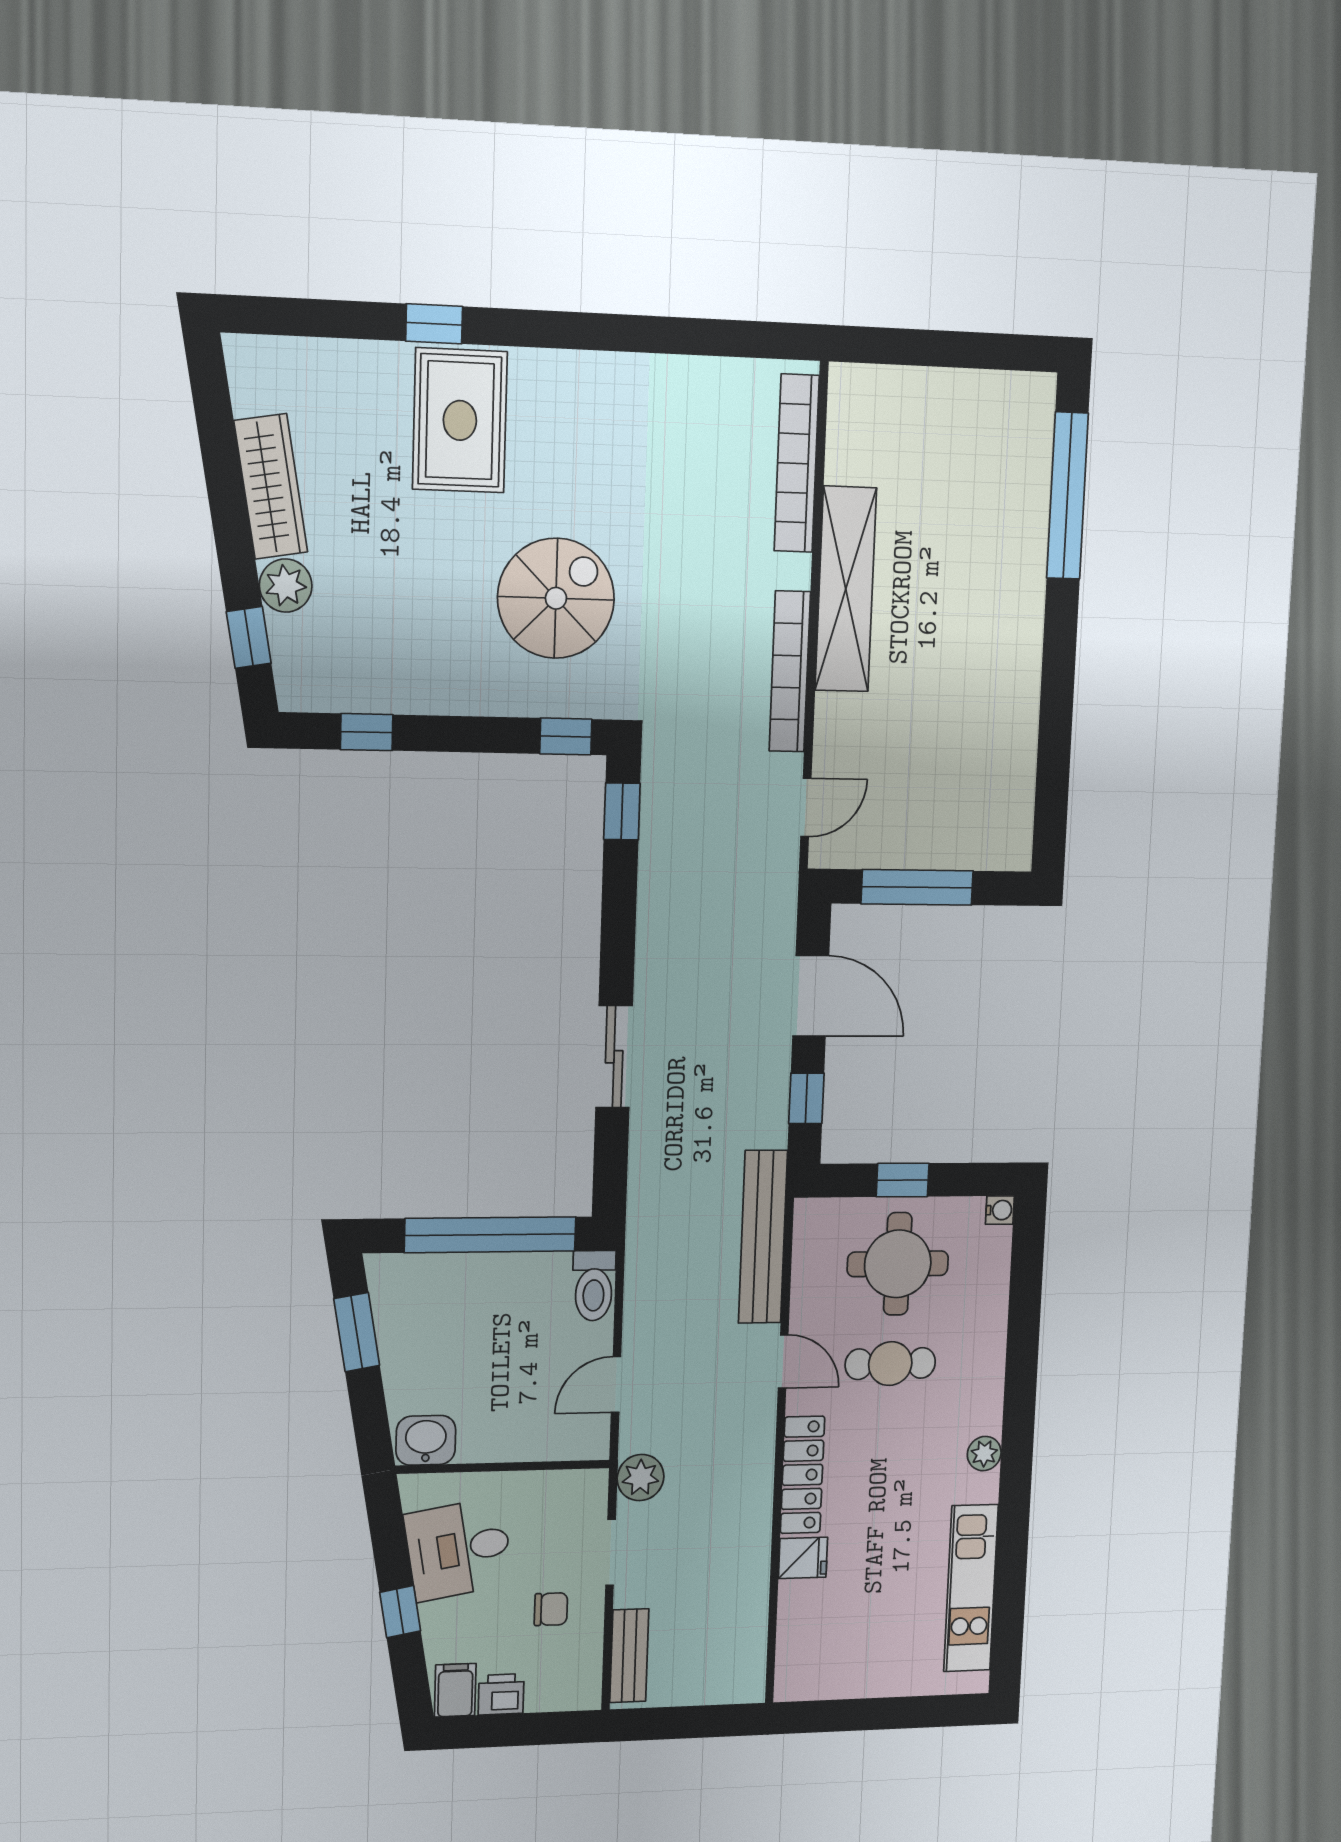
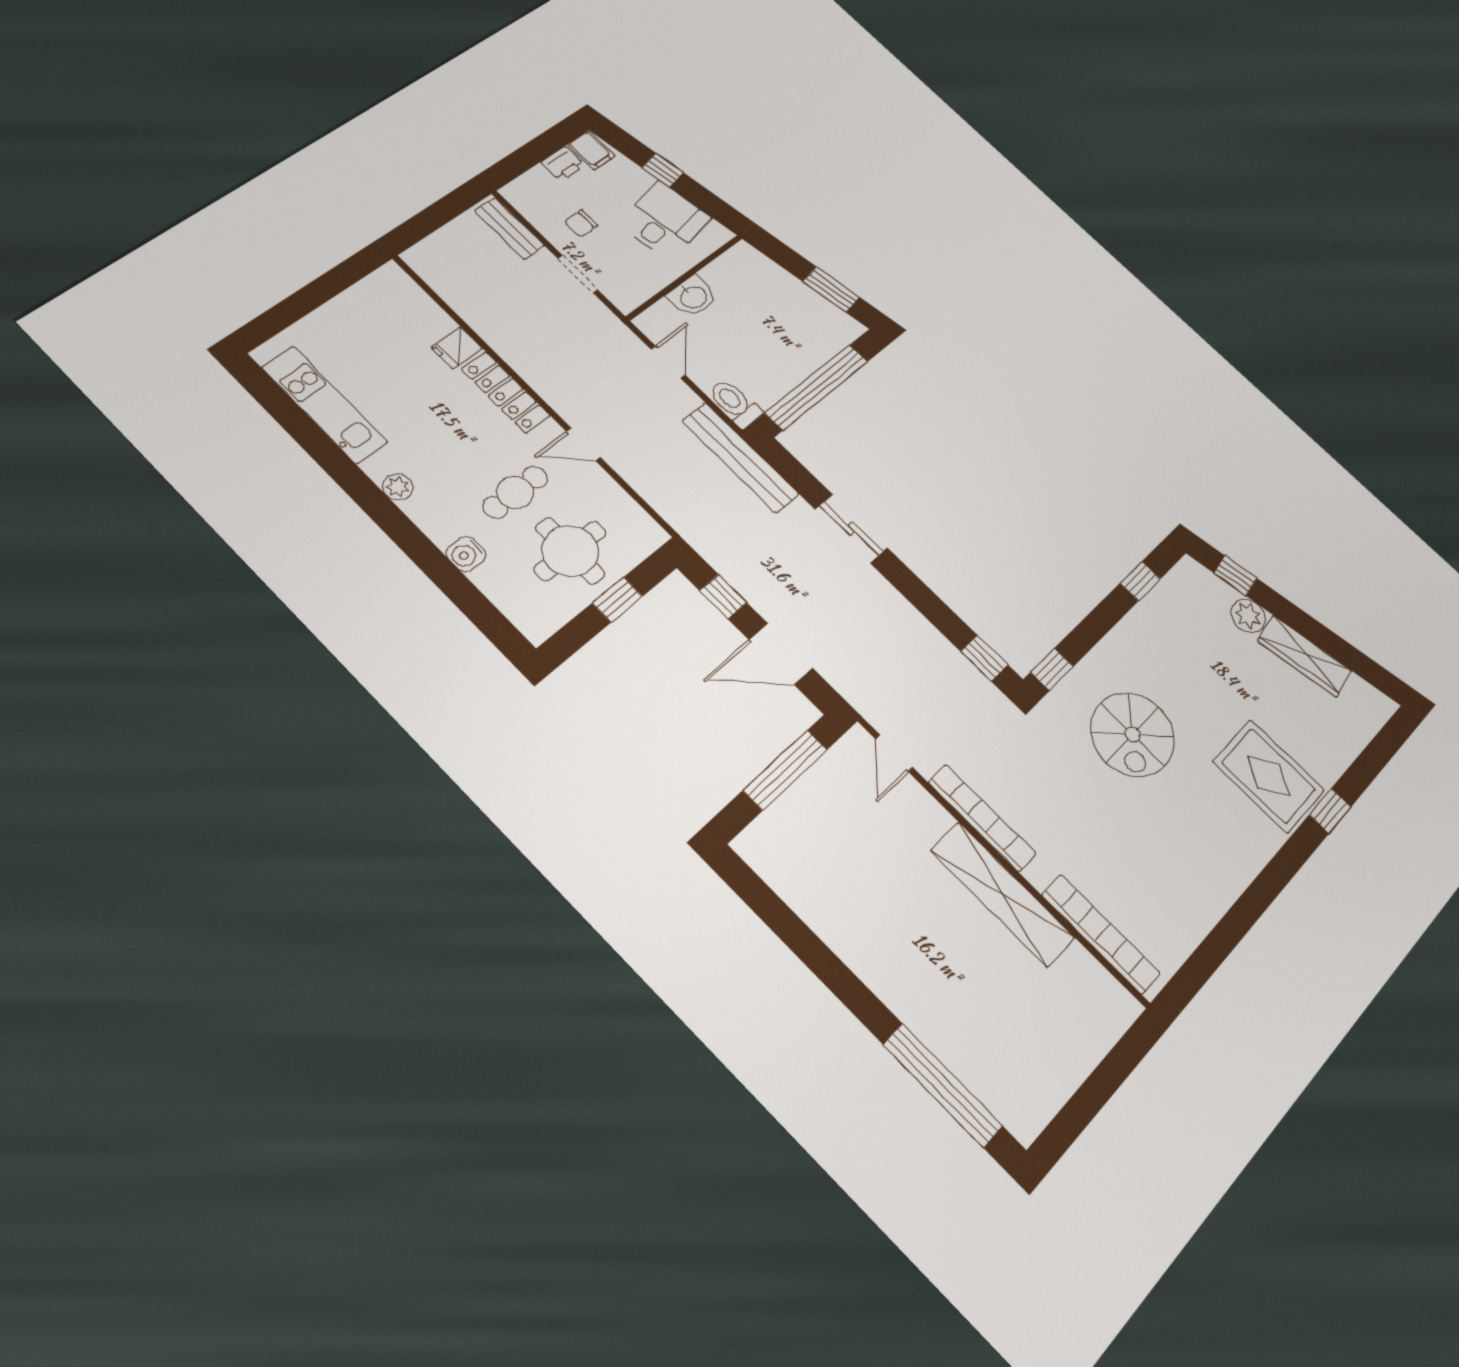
water cooler: (1000, 1210) -> (466, 554), moved, width x1.38, depth x1.38
bench: (763, 1237) -> (740, 457), moved
washbasin: (426, 1440) -> (693, 297), moved
plant: (640, 1478) -> (602, 324), removed

